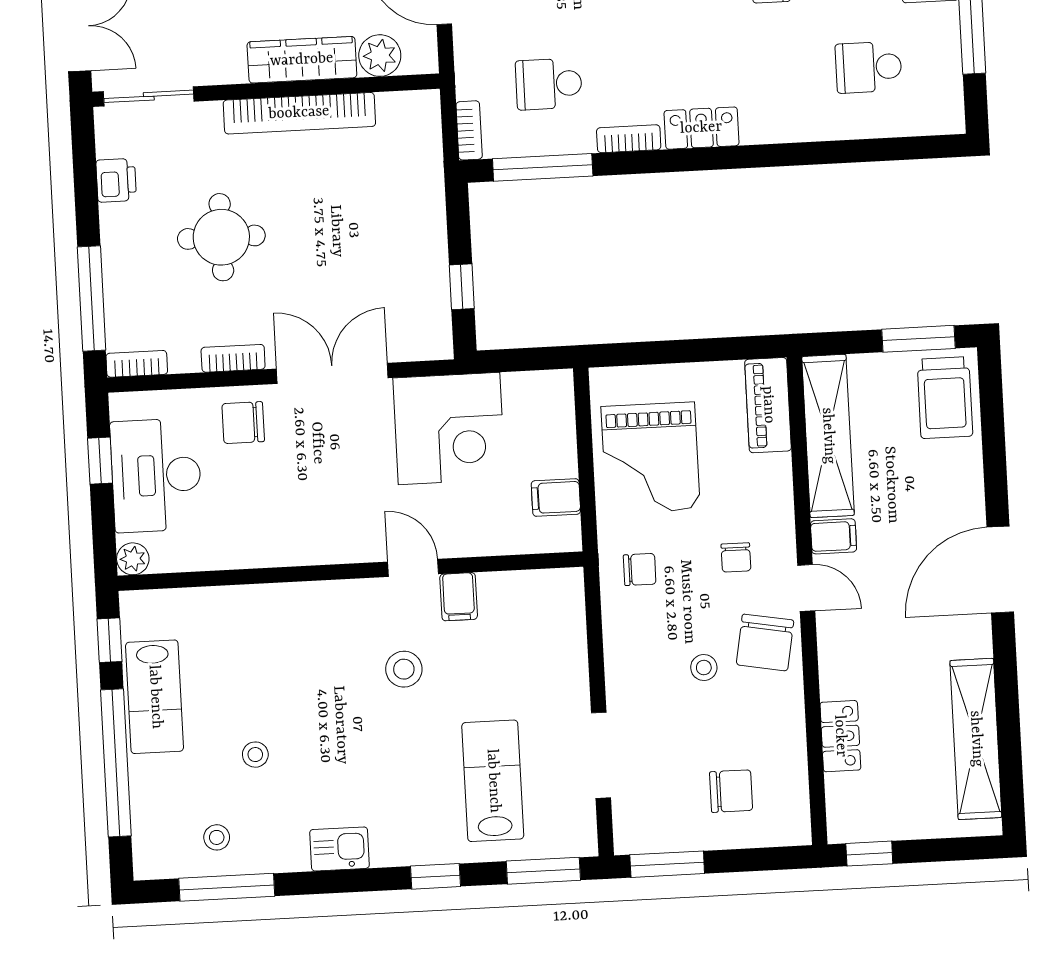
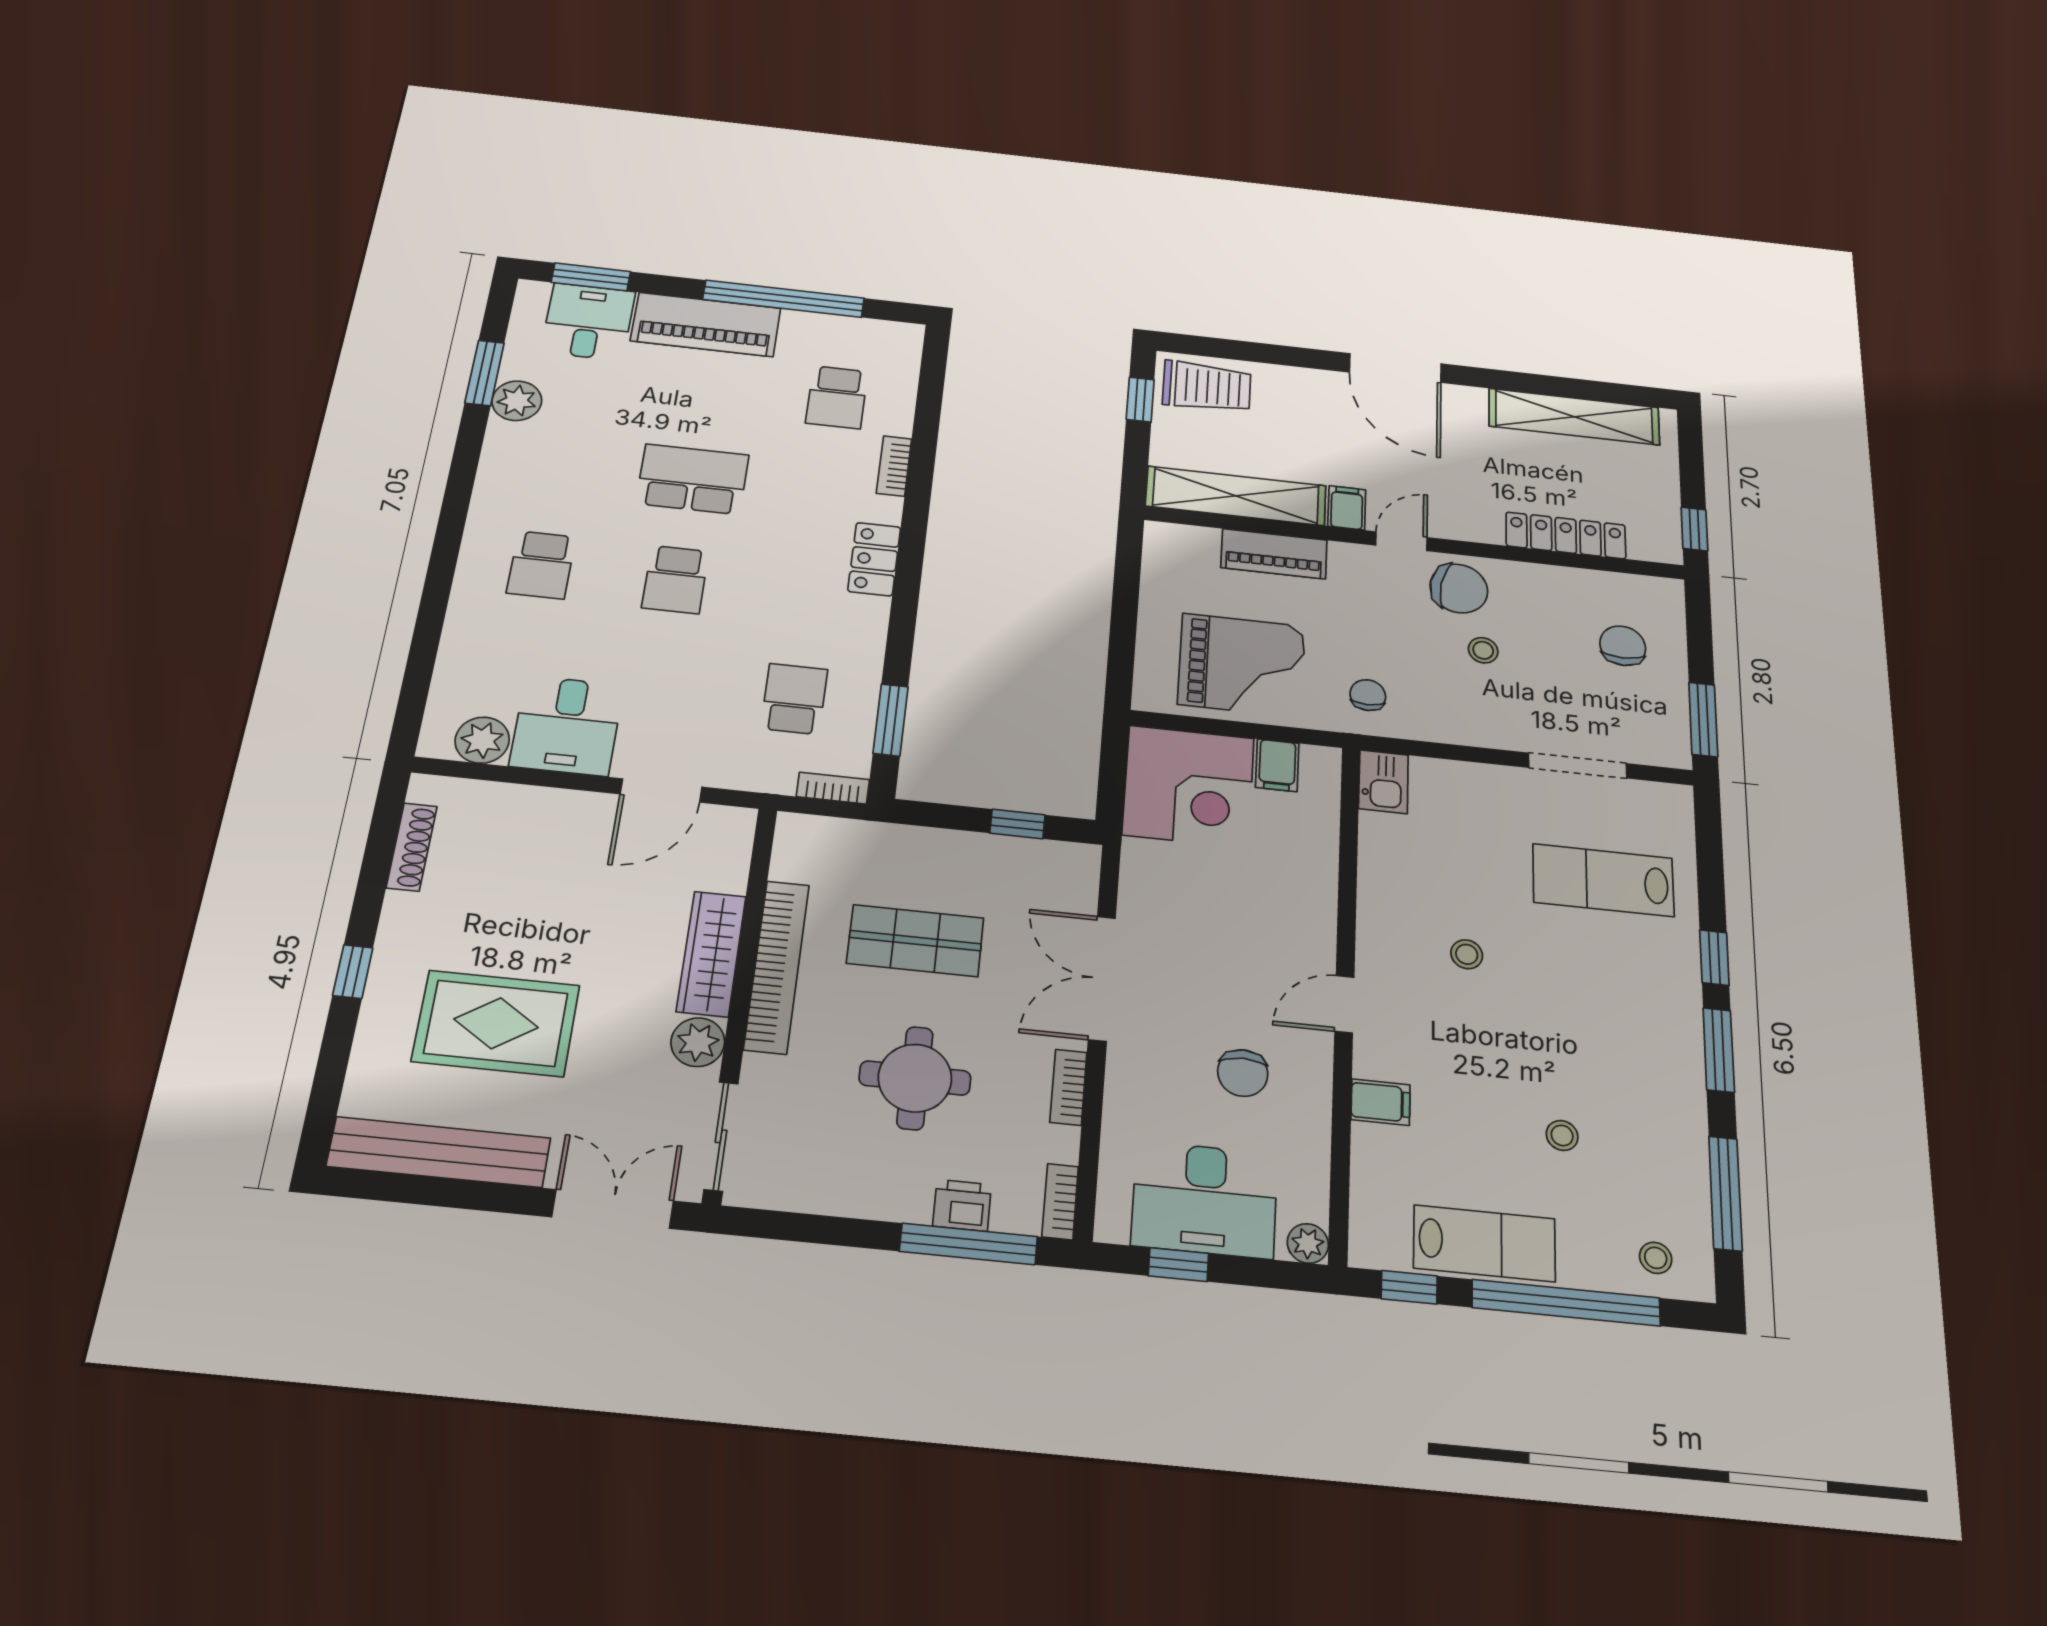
plant: (380, 56) -> (698, 1042), moved
school desk: (549, 84) -> (794, 699), turned 180
bookcase: (629, 139) -> (894, 466), moved
window: (543, 167) -> (891, 720), width x0.69
printer: (116, 180) -> (962, 1205), moved
shop shelf: (341, 219) -> (915, 941), added
window: (918, 339) -> (1140, 400), width x0.67
piano: (768, 405) -> (1274, 554), moved
chair: (243, 423) -> (1243, 1073), moved
corner desk: (449, 428) -> (1189, 786), moved, turned 90
chair: (736, 557) -> (1362, 601), removed
door: (413, 568) -> (1344, 1004), moved
filing cabinet: (459, 597) -> (1381, 1102), moved
stool: (404, 669) -> (1467, 954), width x0.73, depth x0.73
locker: (840, 736) -> (1566, 535), width x1.53
stool: (217, 837) -> (1656, 1258), moved
kitchen sink: (339, 849) -> (1383, 782), moved, turned 180
window: (543, 871) -> (1719, 1050), moved

